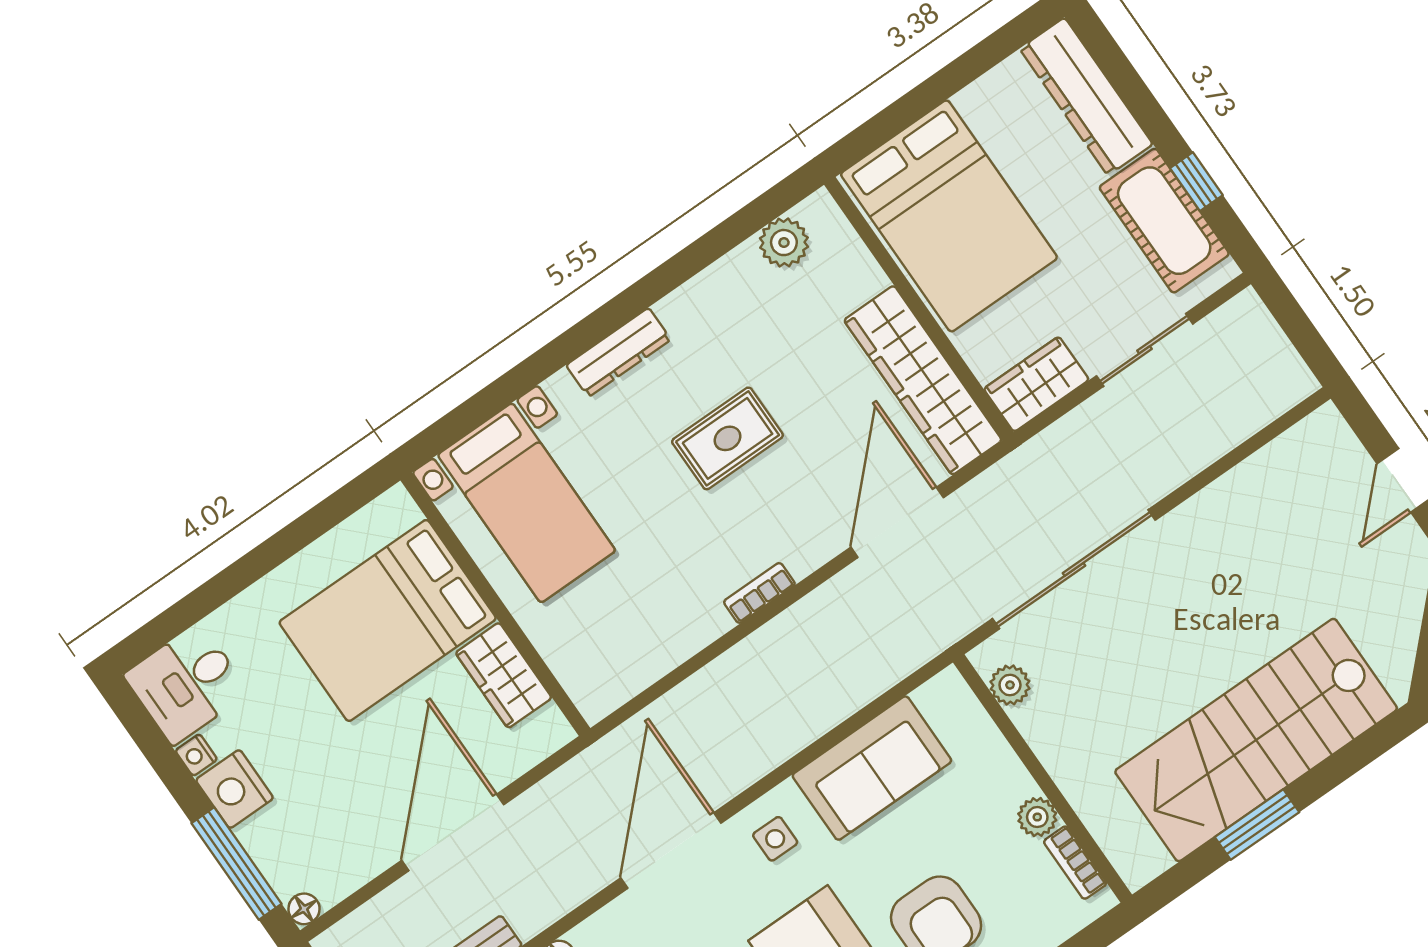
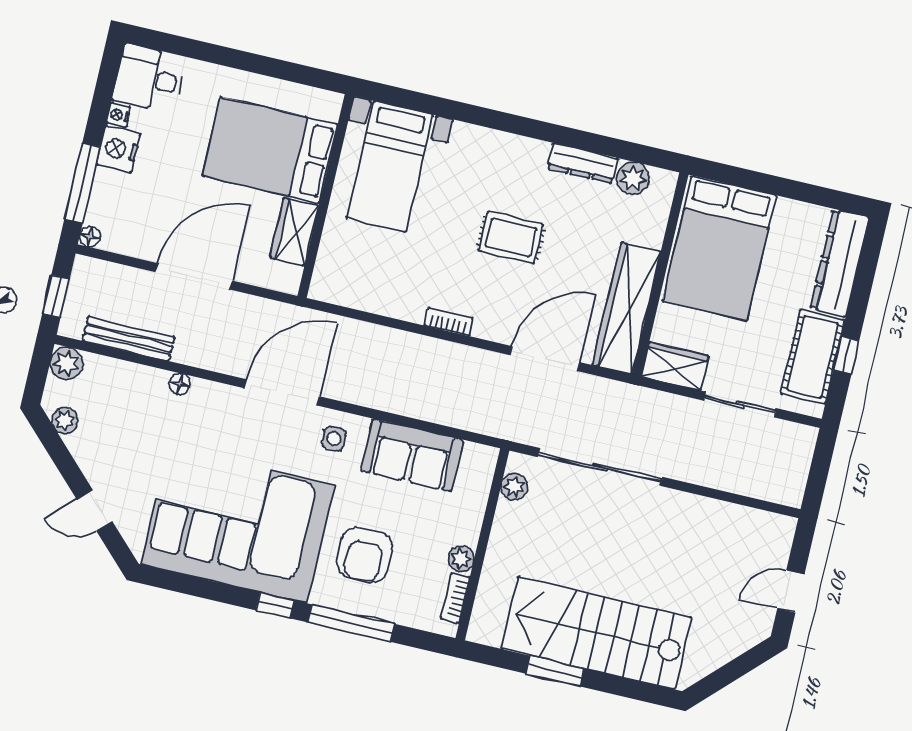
dresser: (618, 352) -> (583, 163), moved

